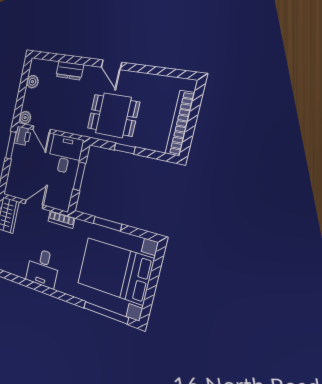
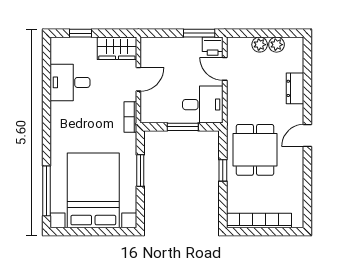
plant: (25, 118) -> (260, 45), moved
door: (42, 129) -> (225, 69), hinge flipped
door: (34, 204) -> (138, 79), hinge flipped
desk: (43, 268) -> (70, 82), moved

